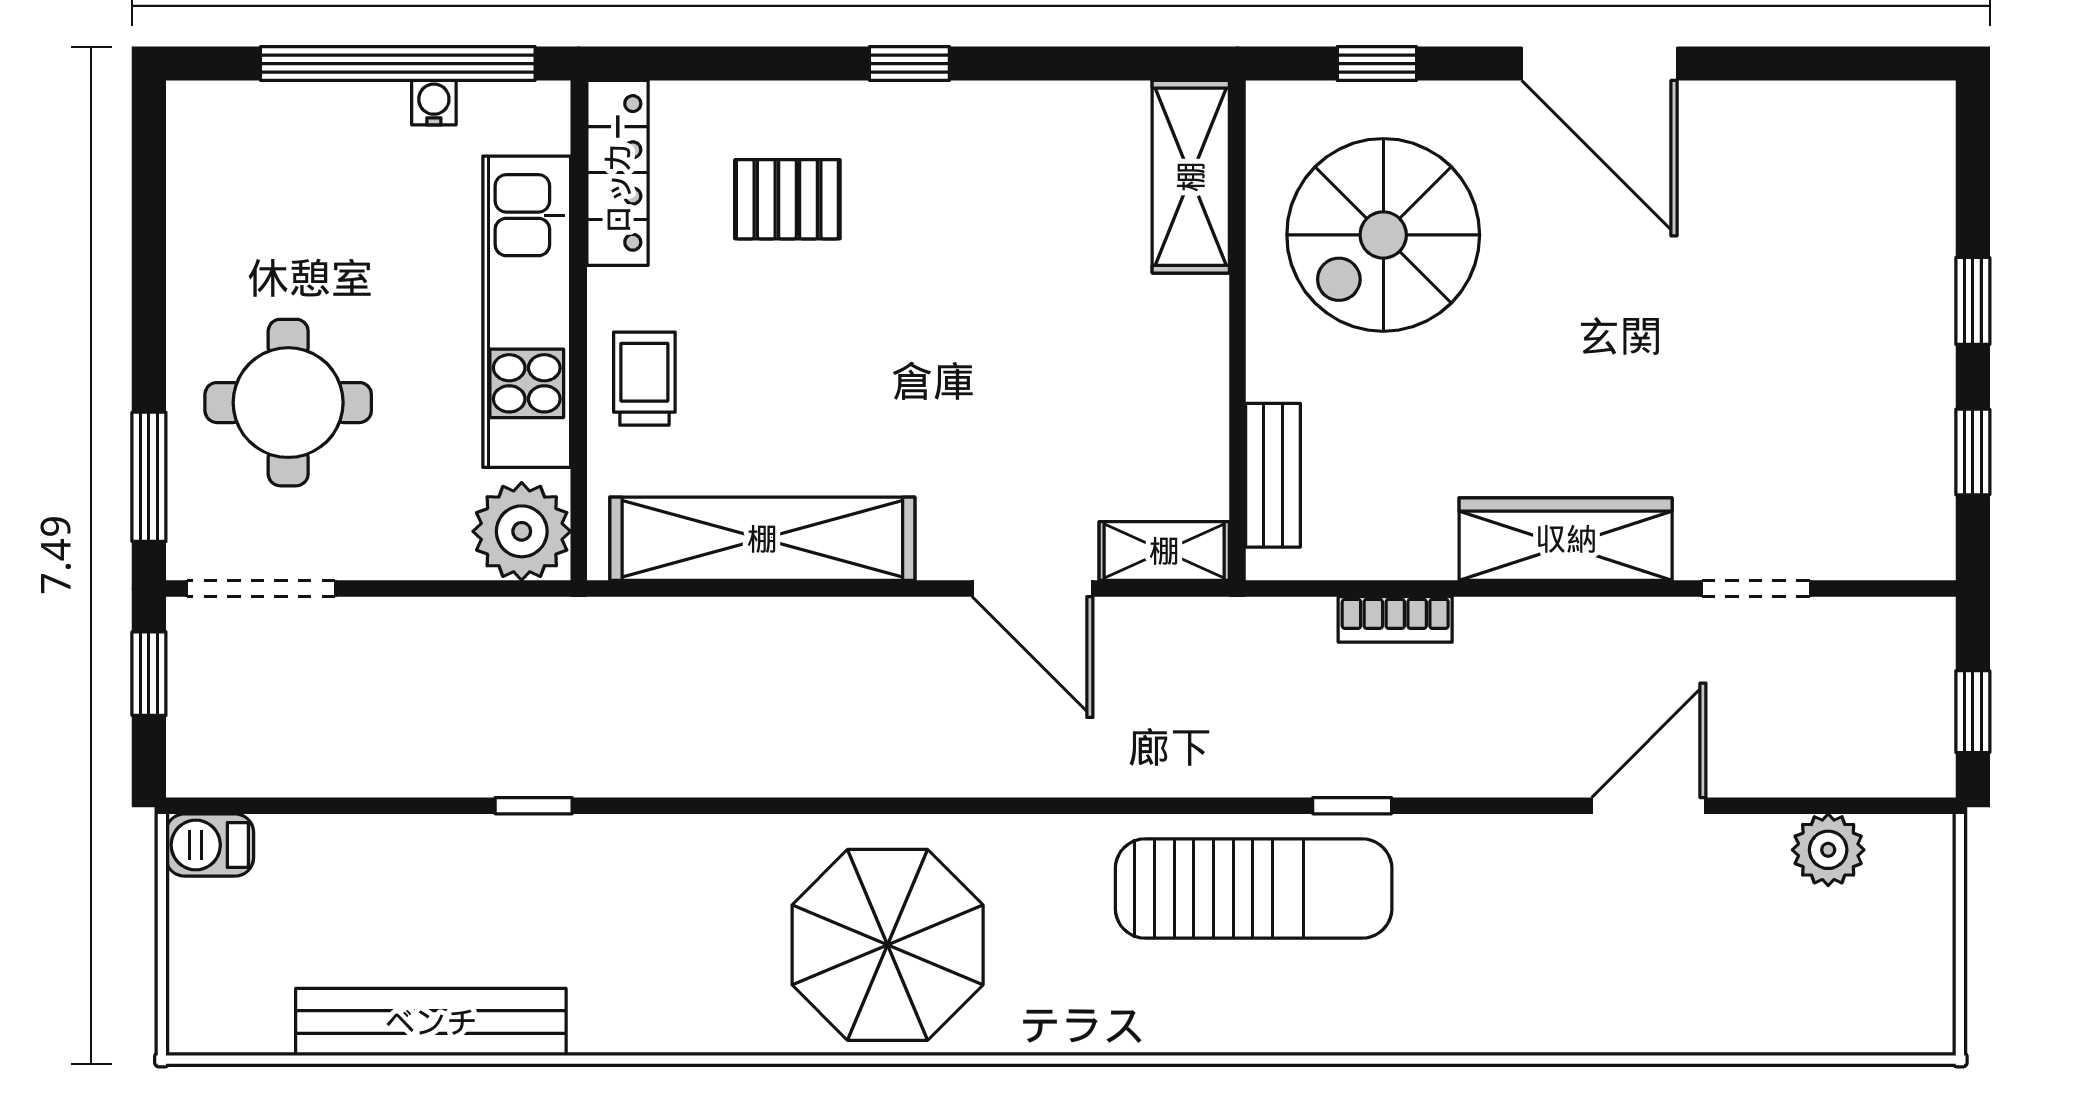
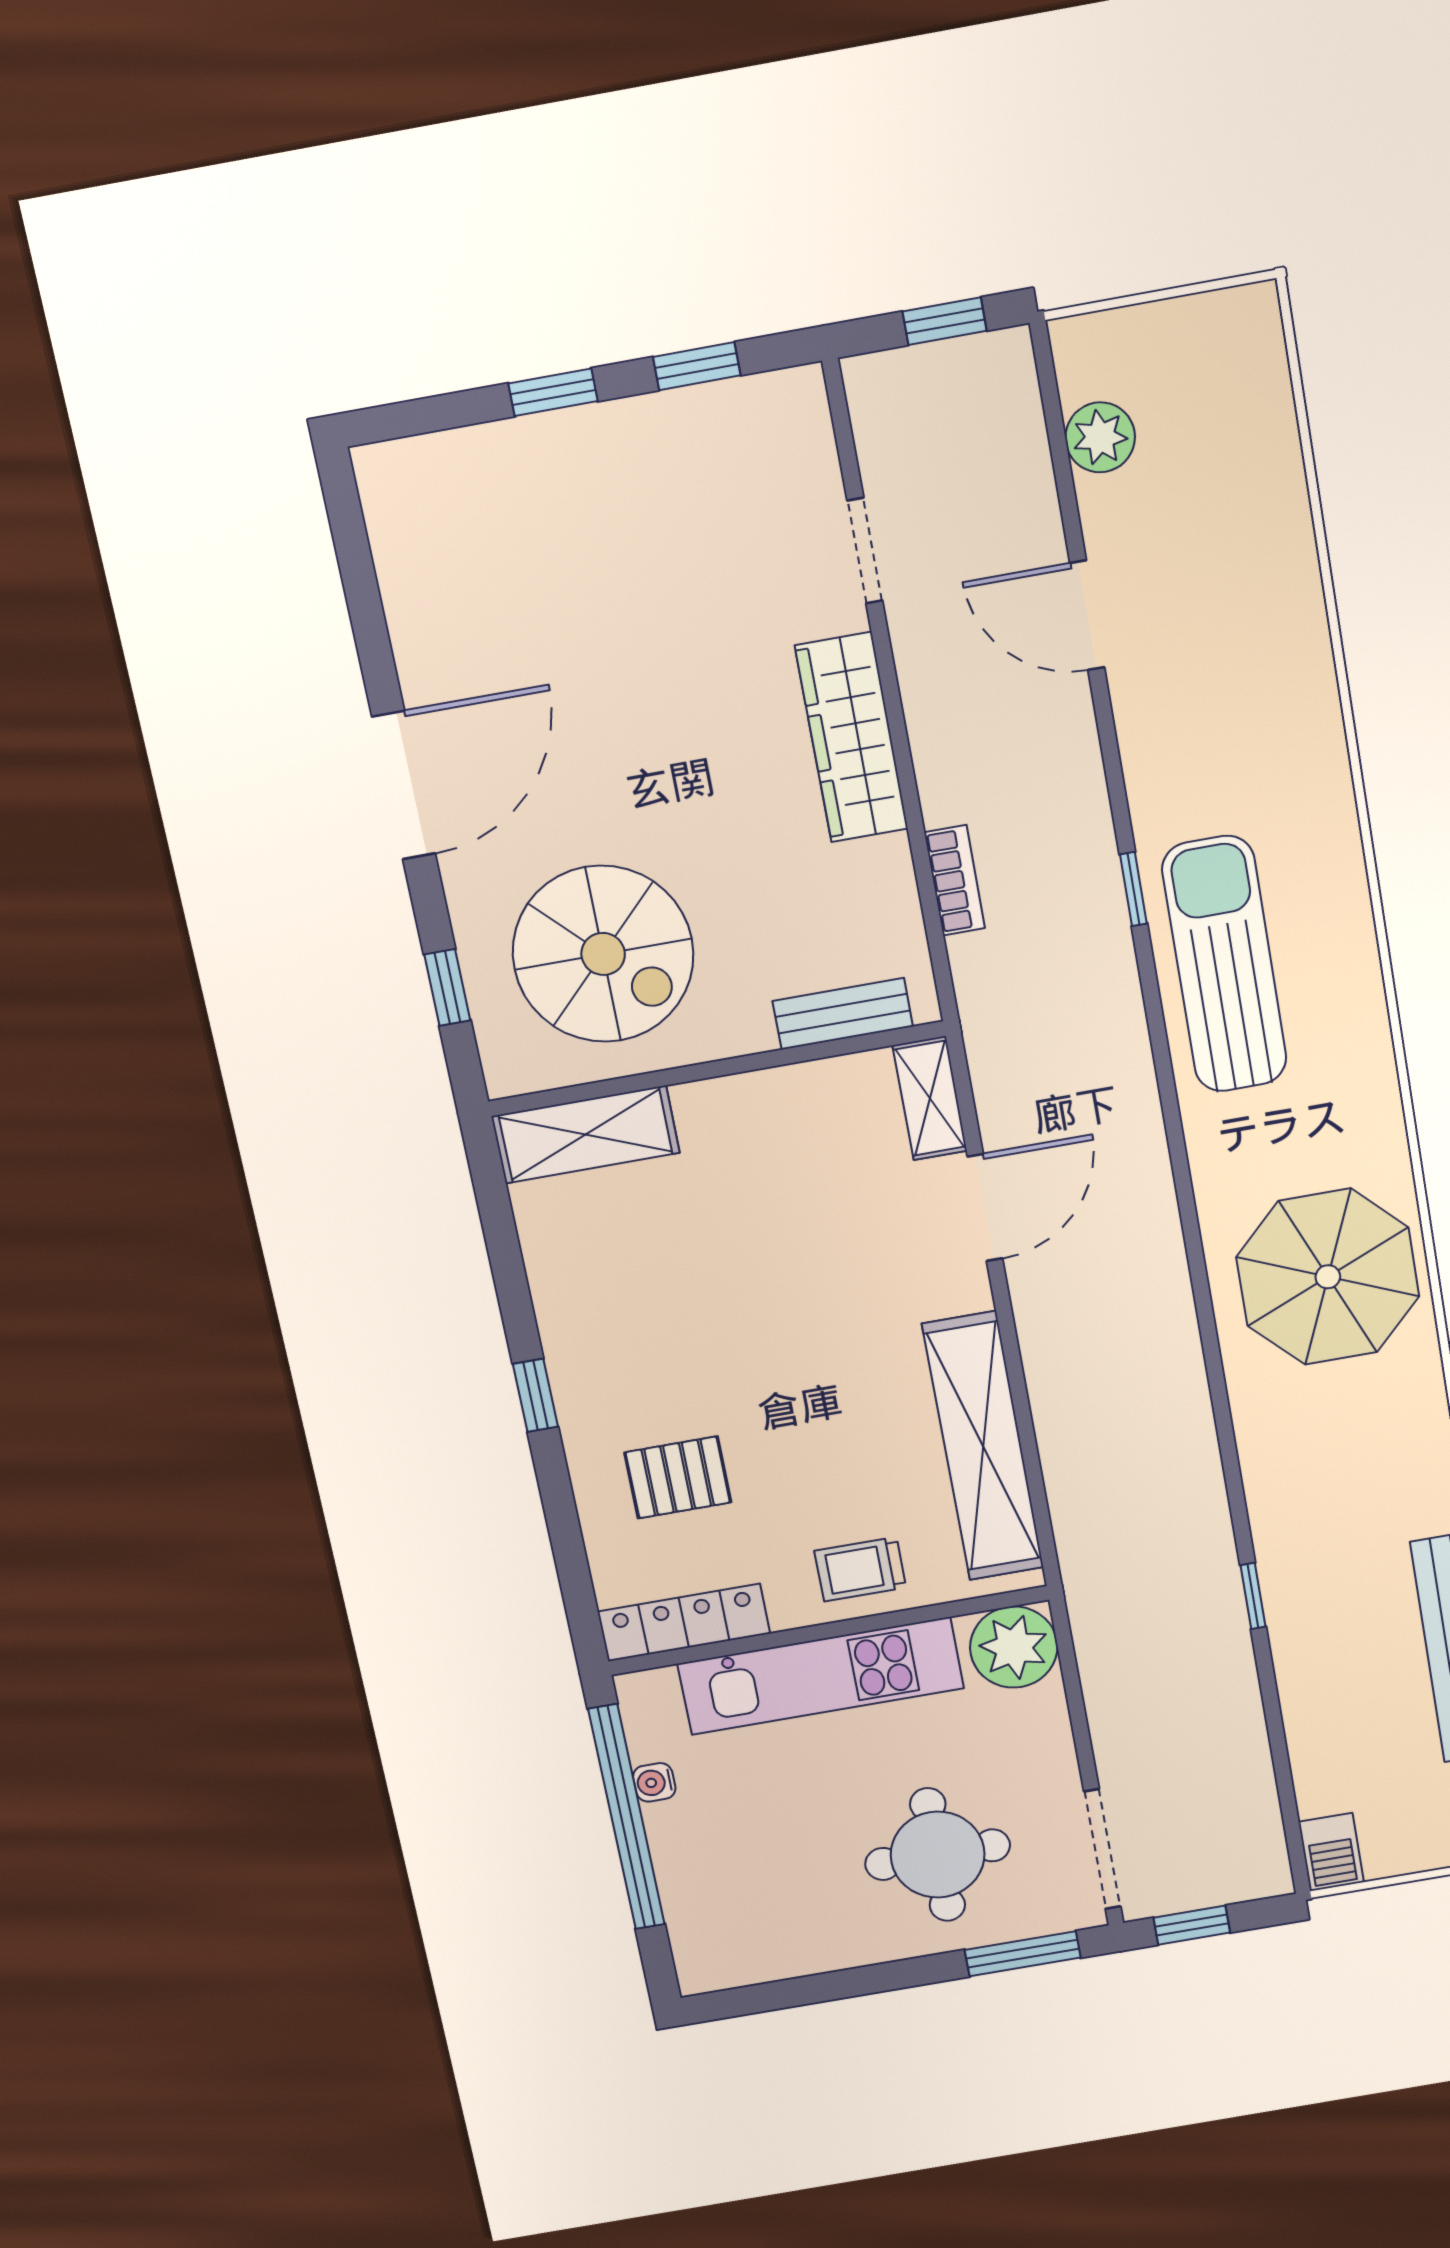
pallet: (787, 199) -> (678, 1477), turned 90

